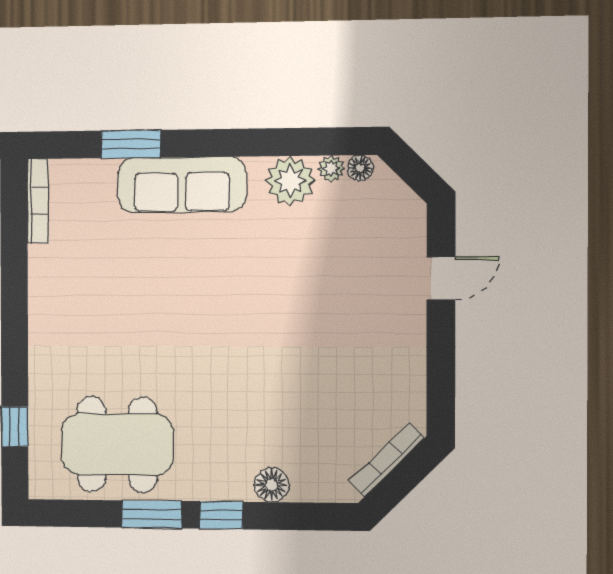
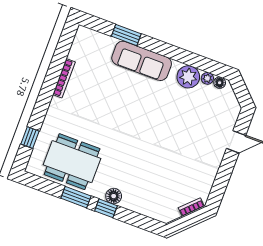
bookcase: (38, 201) -> (64, 78), moved
bookcase: (387, 460) -> (191, 207), width x0.64
floor lamp: (272, 485) -> (114, 196), moved

